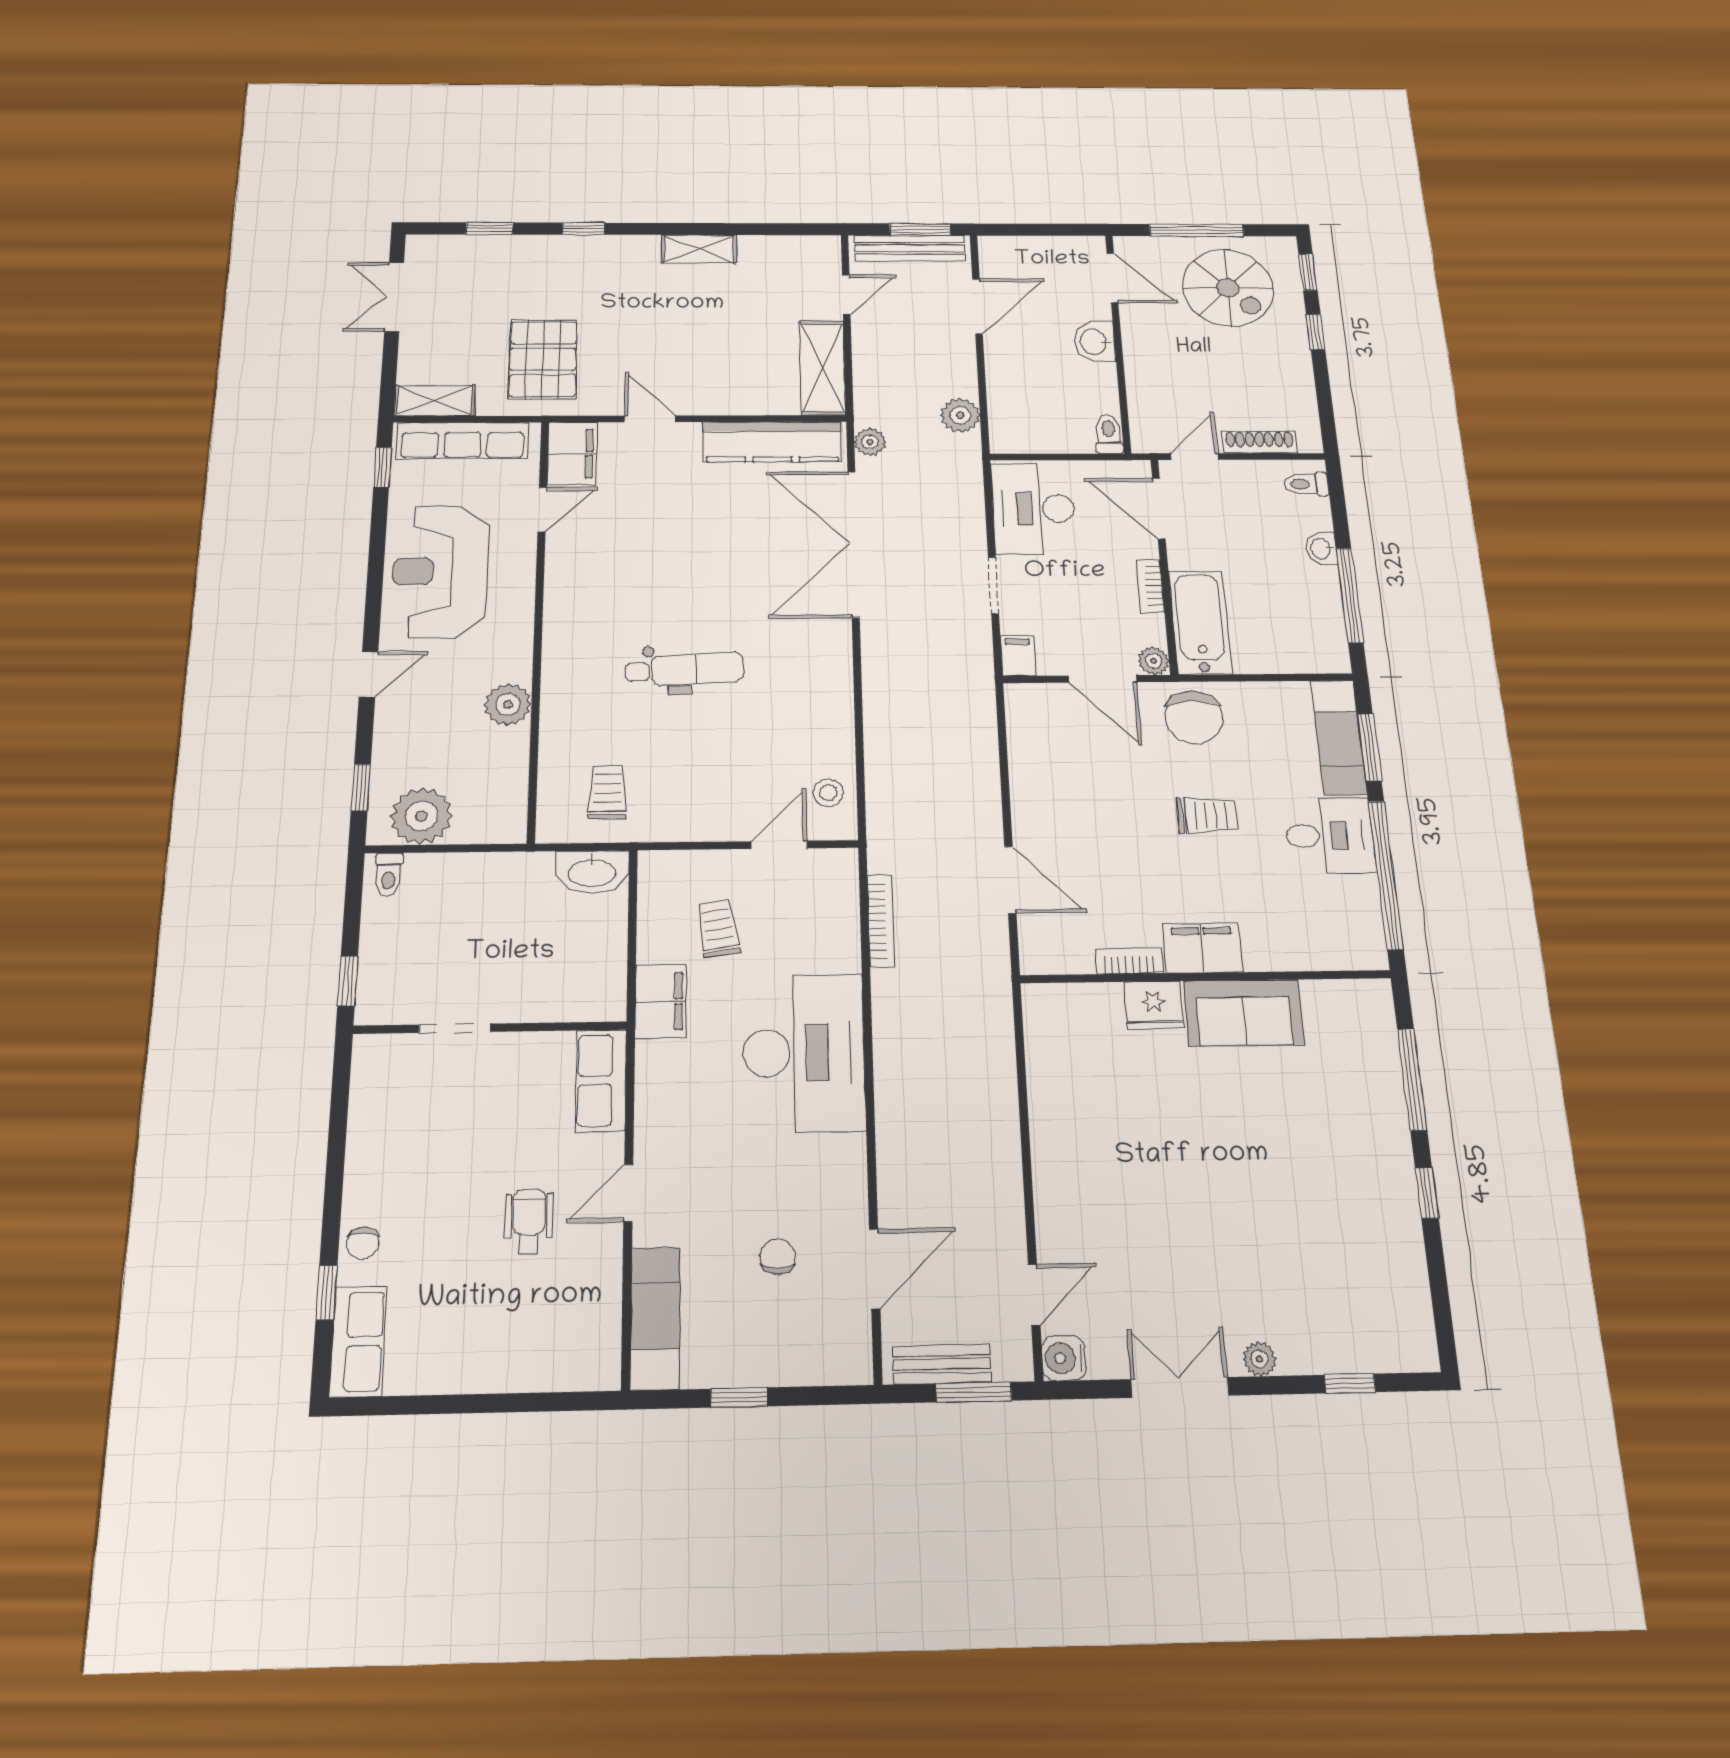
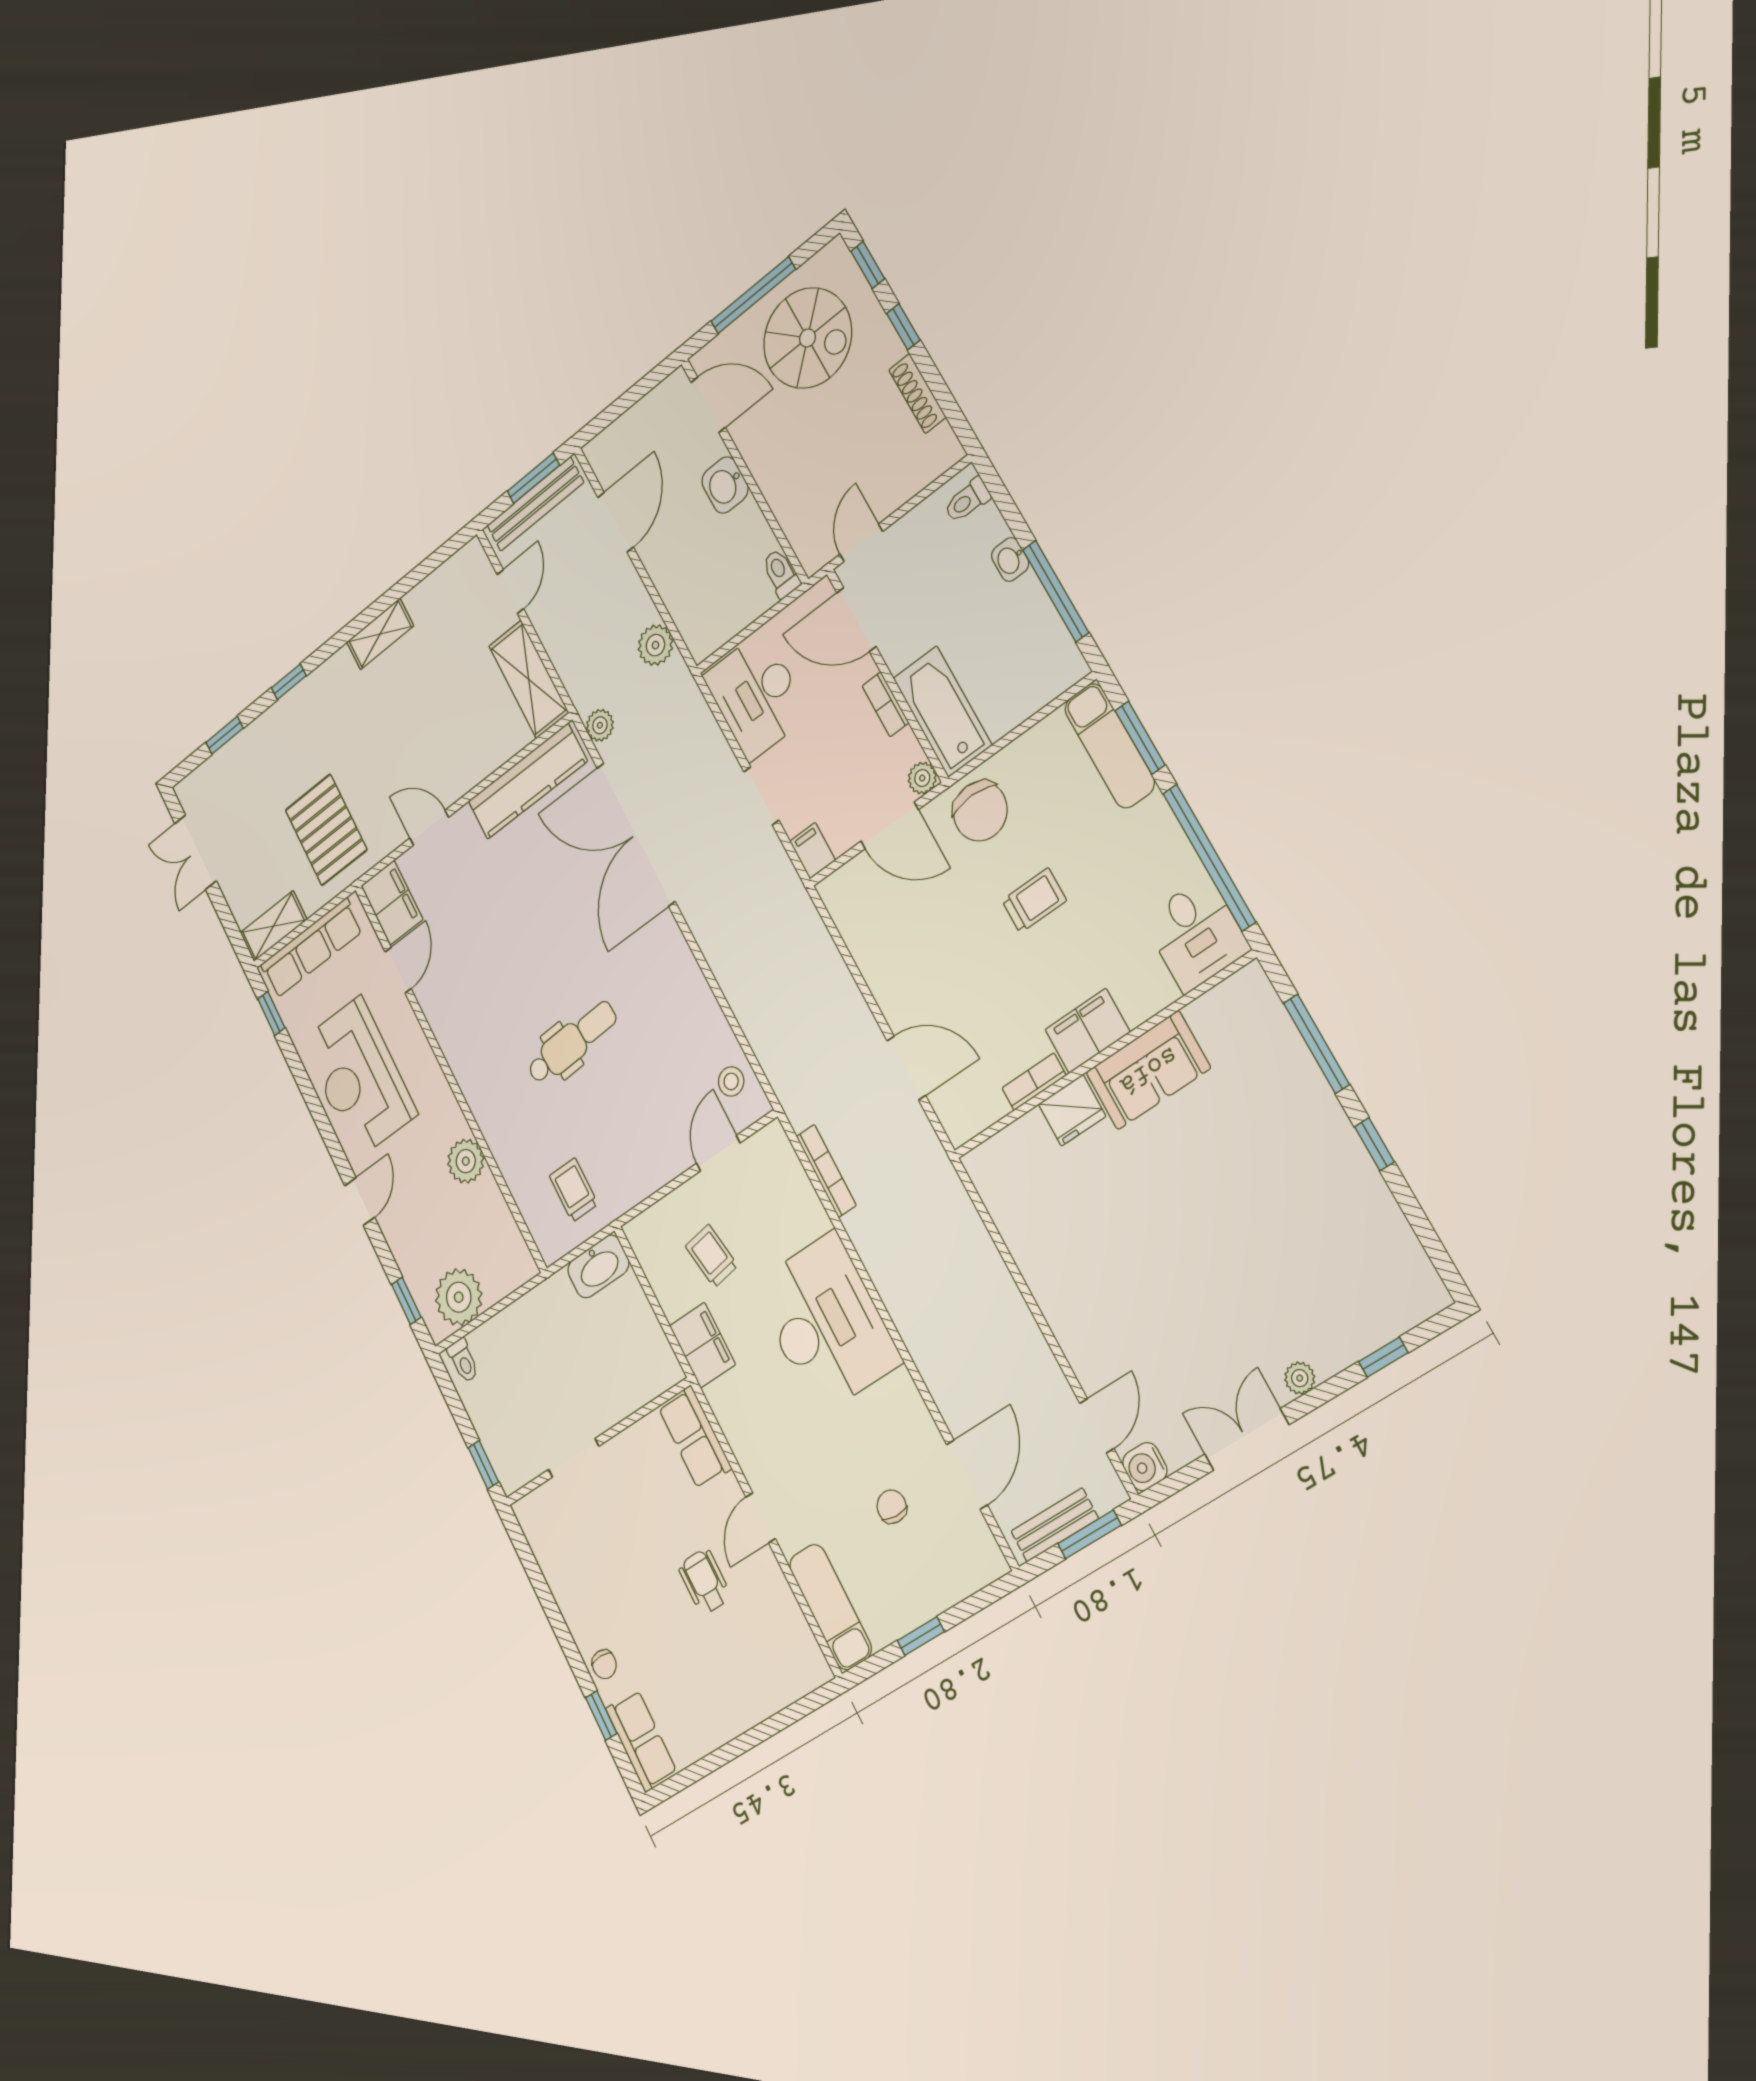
shoe rack: (1260, 442) -> (917, 393), moved, turned -90
desk: (1330, 836) -> (1196, 934), moved, turned 90

